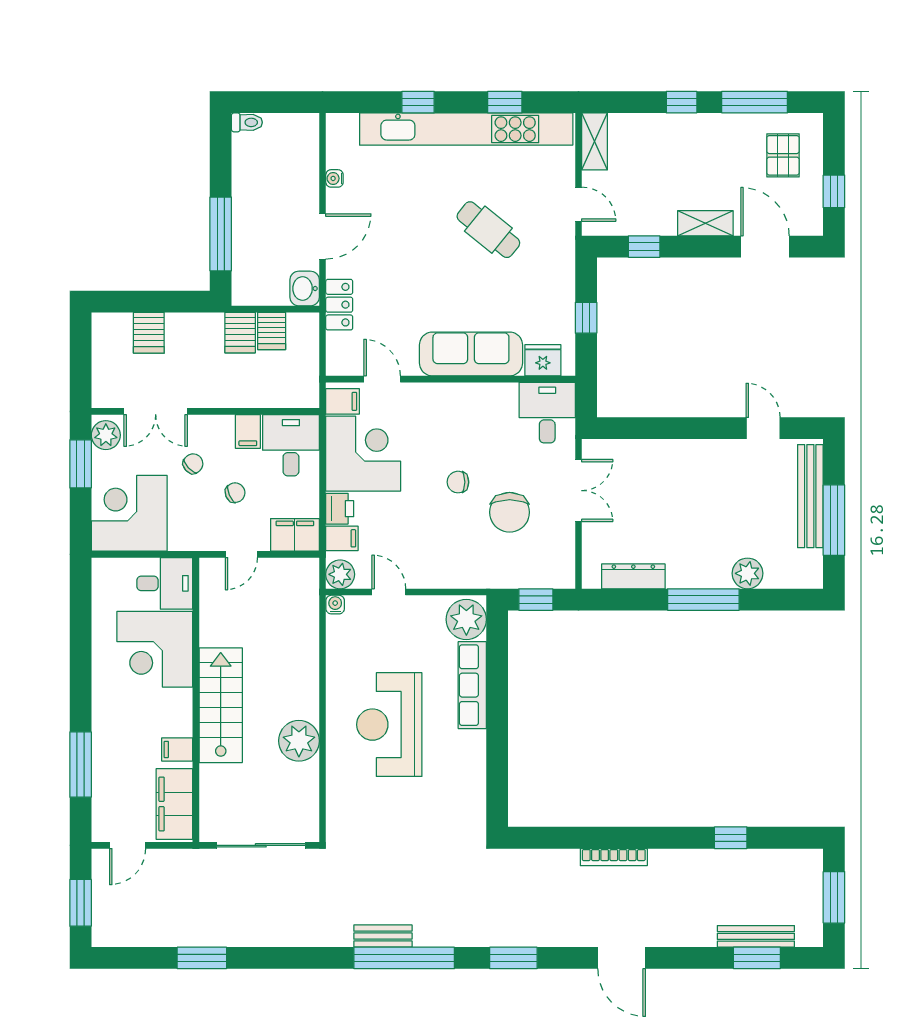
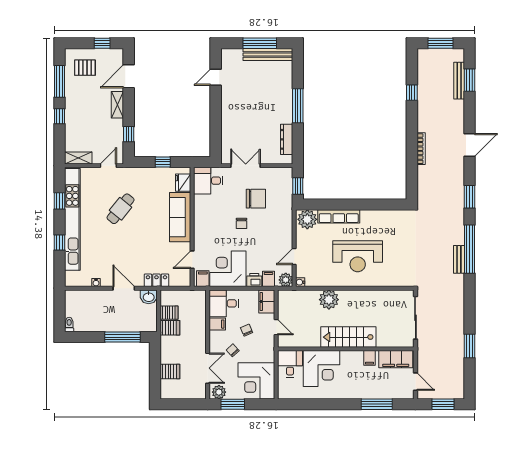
bench: (810, 496) -> (268, 55), moved
plant: (748, 573) -> (285, 85), removed
plant: (299, 741) -> (329, 300), moved

